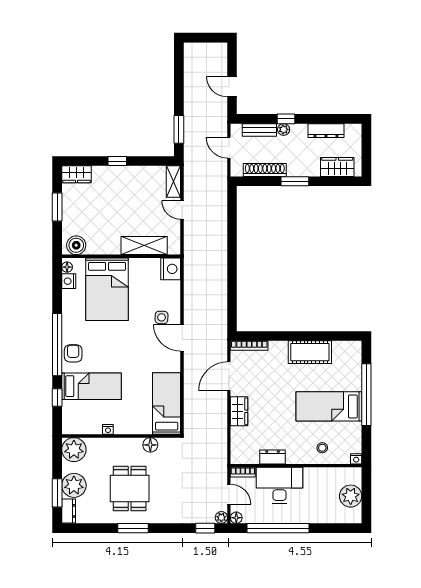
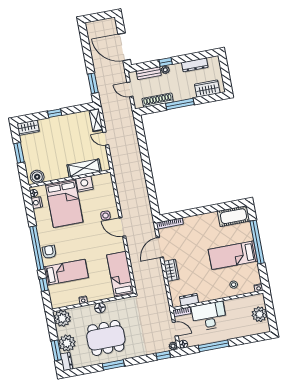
door: (232, 87) -> (124, 47), width x1.87
window: (295, 181) -> (180, 104), width x1.44
nightstand: (171, 269) -> (85, 184), moved, turned -90
cot: (310, 352) -> (234, 216), moved
floor lamp: (150, 445) -> (100, 308), moved
dresser: (273, 457) -> (189, 300), moved
dining table: (130, 489) -> (106, 338), width x1.38
window: (278, 528) -> (214, 346), width x0.68

